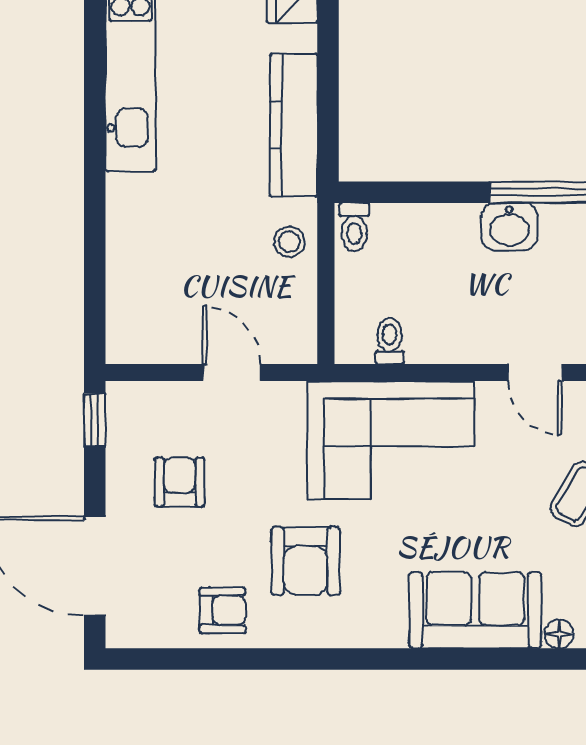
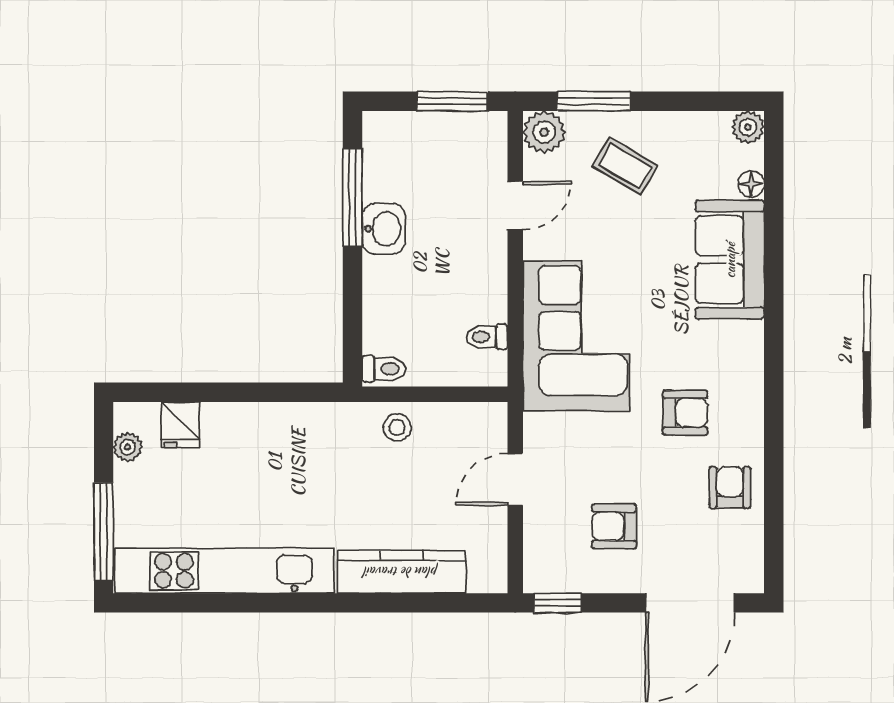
kitchen counter: (294, 125) -> (401, 572), moved, turned 180
armchair: (306, 561) -> (685, 413), width x0.72, depth x0.72

